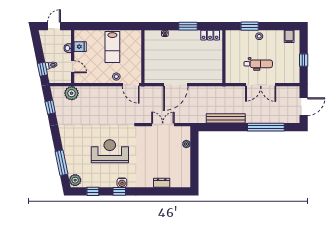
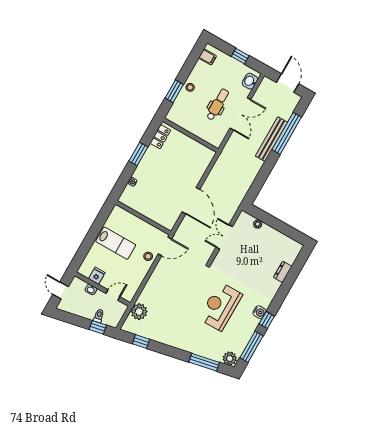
washbasin: (289, 78) -> (250, 81), added
bench: (226, 118) -> (271, 139), moved
window: (93, 191) -> (251, 347), width x2.17

